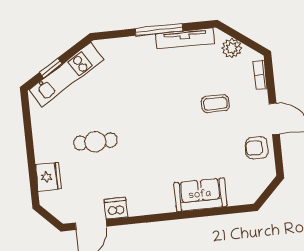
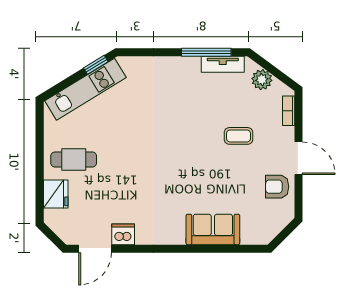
window: (159, 30) -> (206, 52), moved
tv unit: (185, 38) -> (223, 64), width x0.71
window: (51, 68) -> (96, 65), moved
cafe table: (95, 142) -> (74, 159), moved

